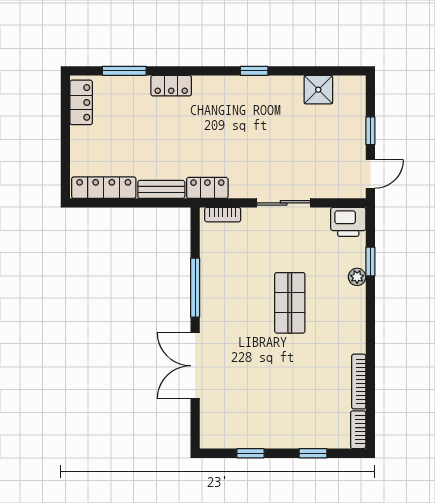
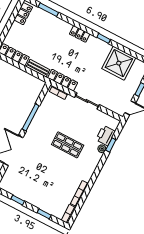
locker: (171, 86) -> (80, 34), moved
shower: (318, 90) -> (119, 63), width x1.86, depth x1.86
locker: (207, 188) -> (63, 80), width x1.53
printer: (348, 222) -> (106, 136), moved, turned 90
shop shelf: (290, 303) -> (68, 145), turned 90

